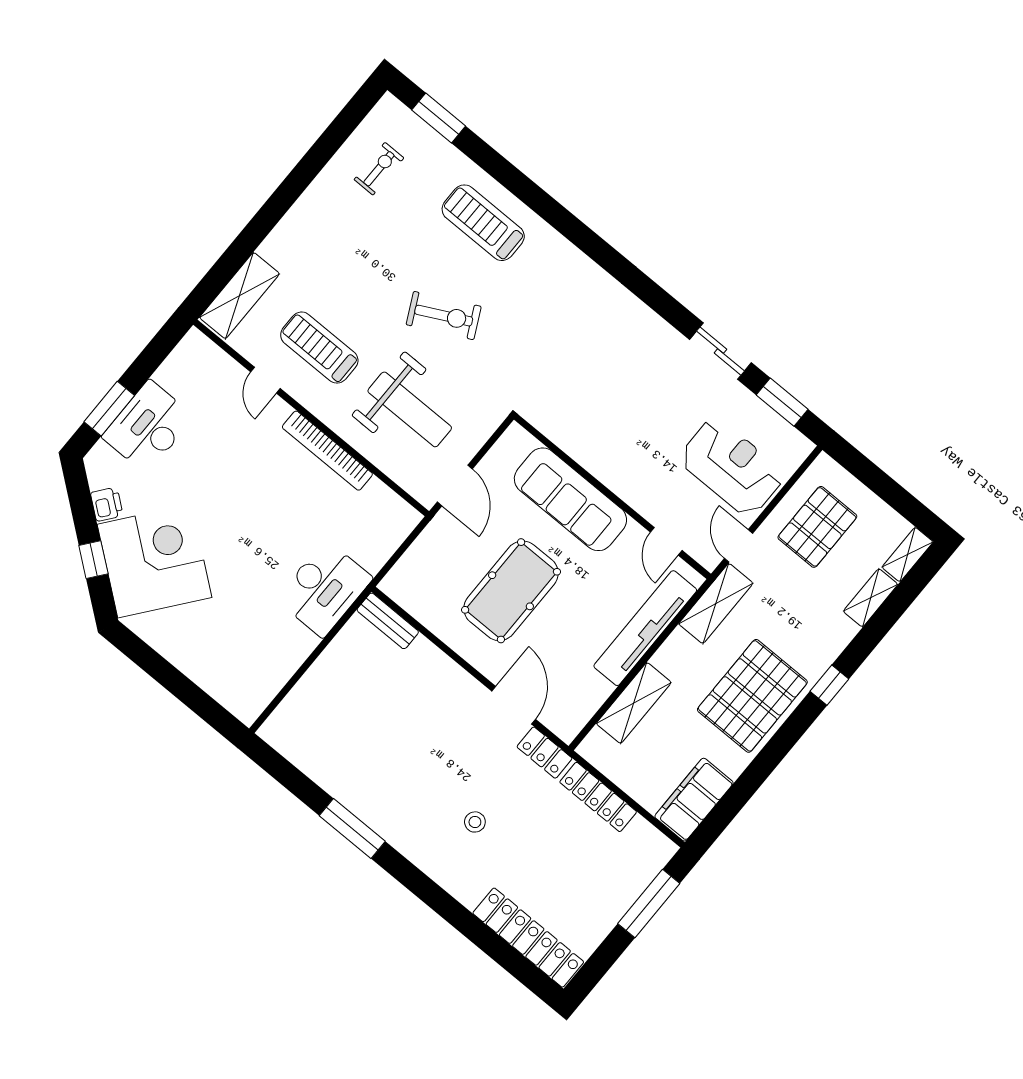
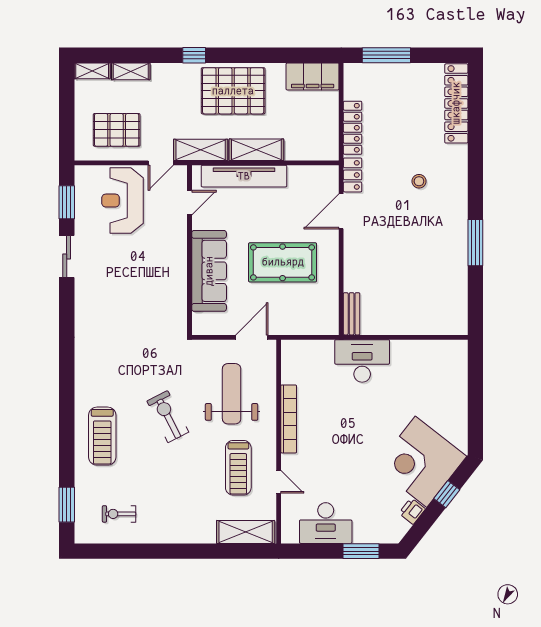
door: (265, 380) -> (279, 482), hinge flipped
desk: (148, 427) -> (326, 523), moved
shelving: (634, 703) -> (256, 150), moved

